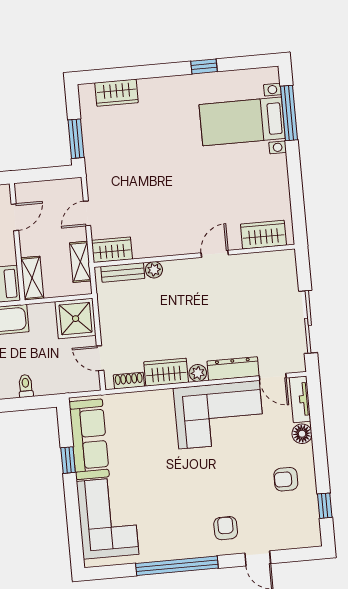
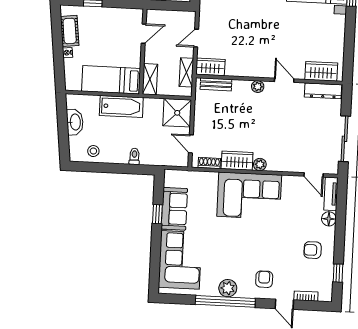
door: (215, 254) -> (284, 80), hinge flipped
plant: (154, 270) -> (258, 87), moved
dresser: (233, 369) -> (323, 91), moved, turned 180
corner sofa: (219, 415) -> (249, 196), moved
sofa: (89, 439) -> (174, 209), width x0.73
bookcase: (286, 543) -> (306, 296), added
plant: (178, 547) -> (228, 288), added

